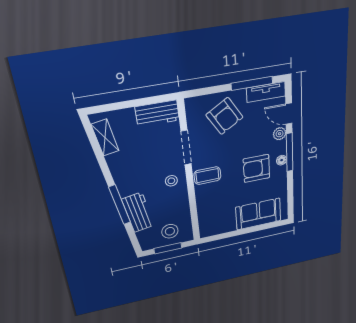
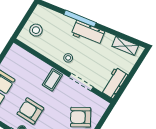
armchair: (256, 168) -> (30, 111), turned -90
workbench: (138, 212) -> (88, 33), moved
window: (168, 248) -> (25, 19), removed

